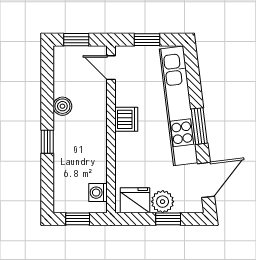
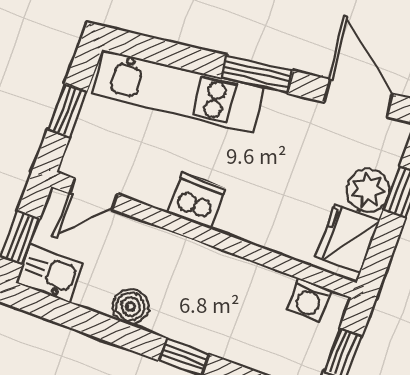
kitchen sink: (64, 60) -> (49, 273), added
kitchen unit: (179, 106) -> (178, 91), width x0.73

